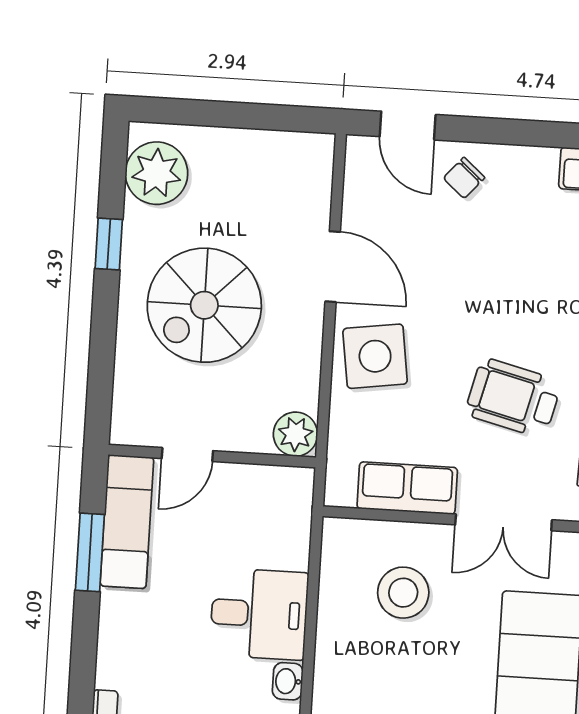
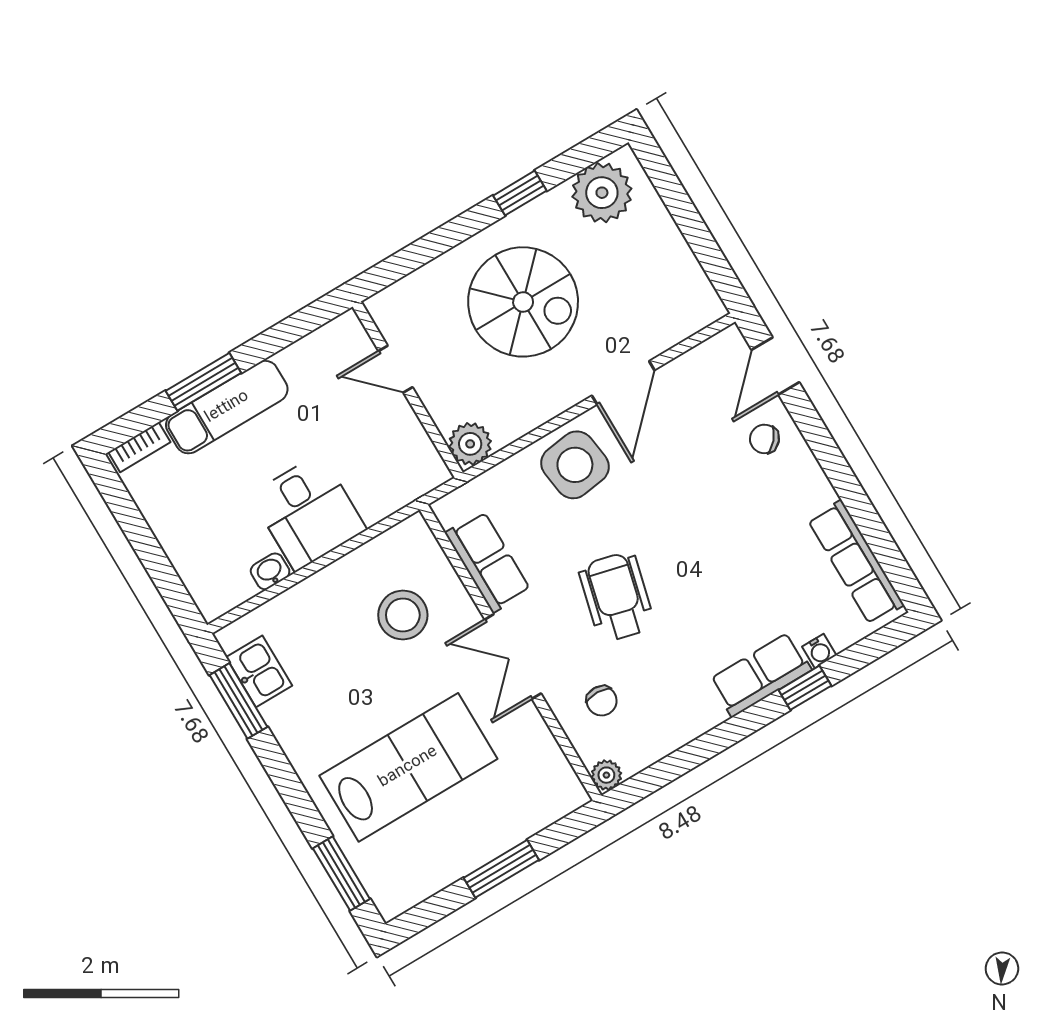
spiral stairs: (204, 305) -> (523, 302), turned 180
exam couch: (127, 522) -> (227, 407), moved
window: (90, 552) -> (203, 382), moved

